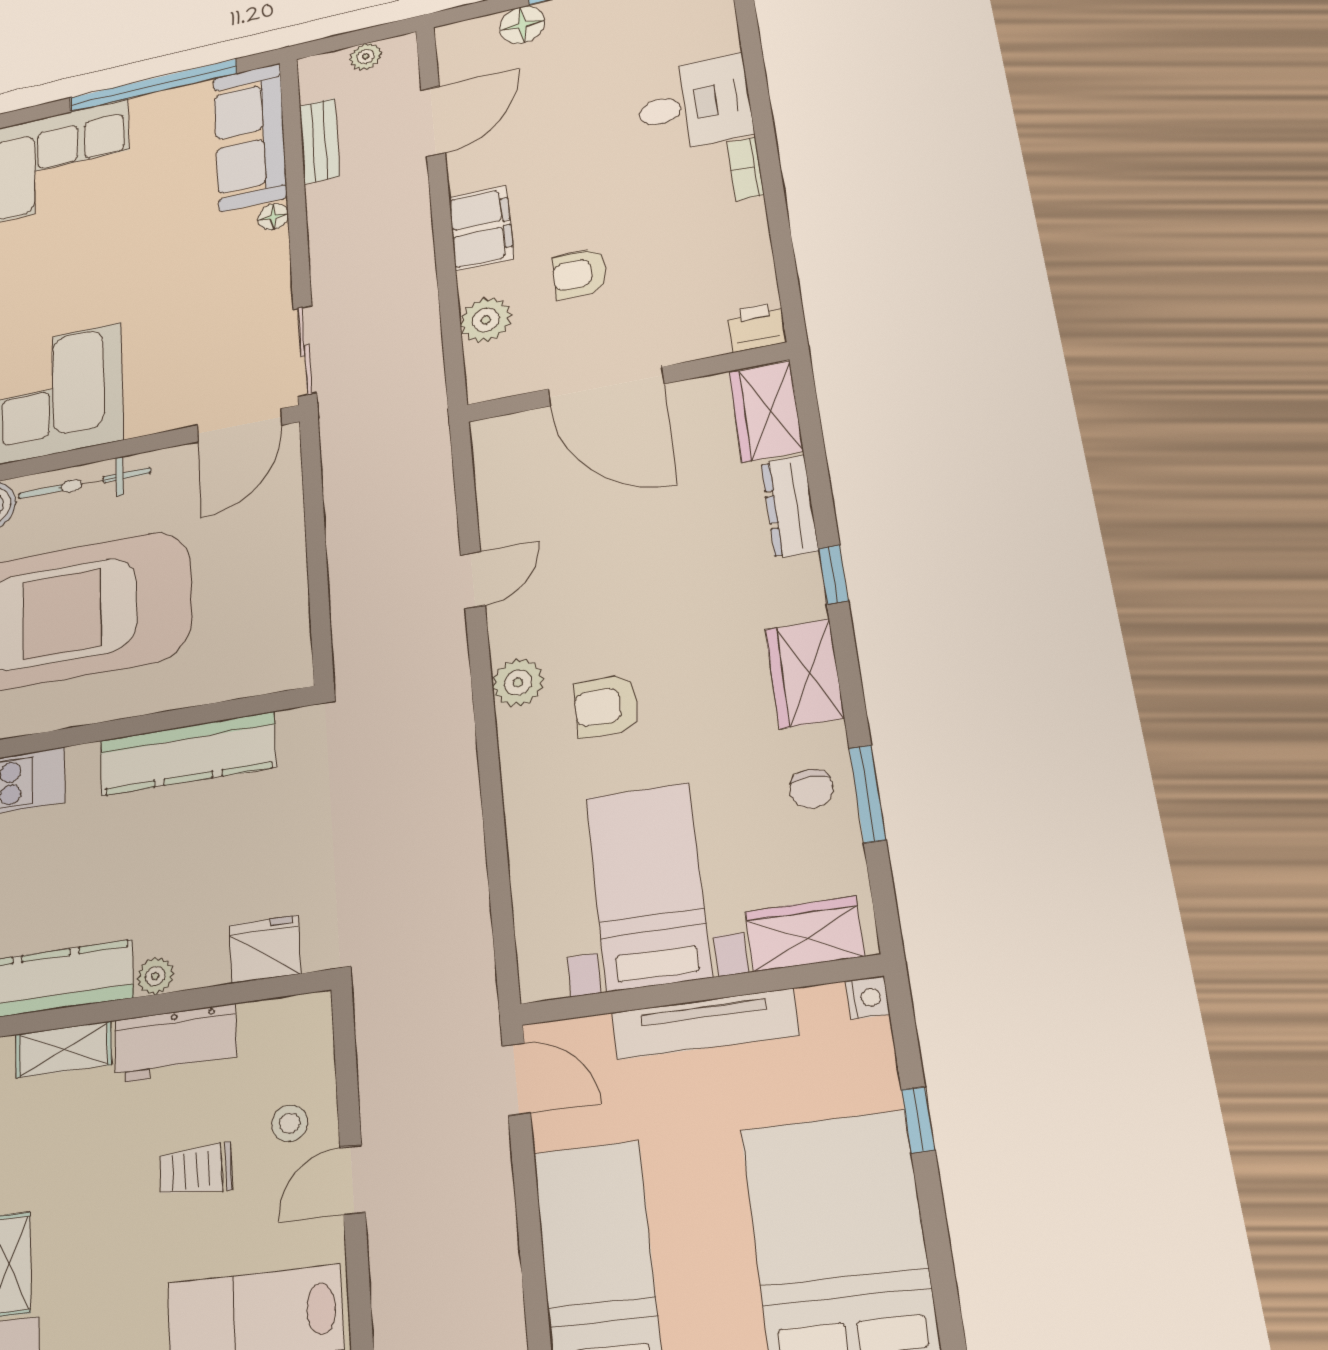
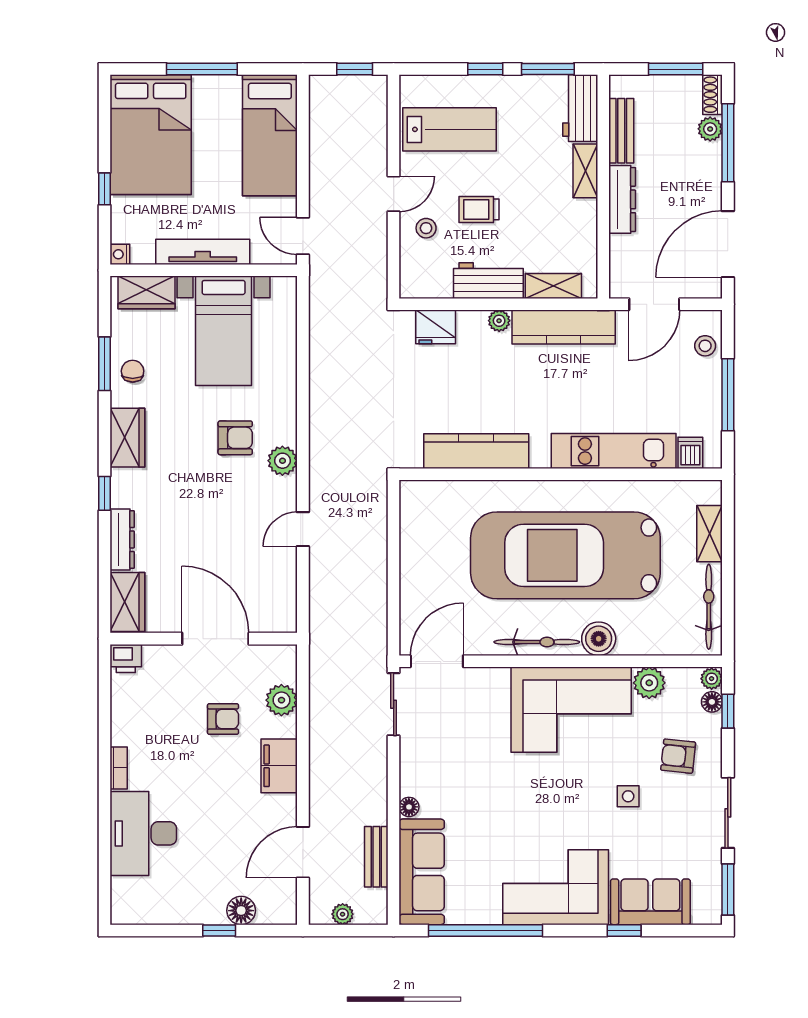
desk: (694, 104) -> (143, 833), width x1.37
trolley: (196, 1170) -> (479, 209), turned 180

